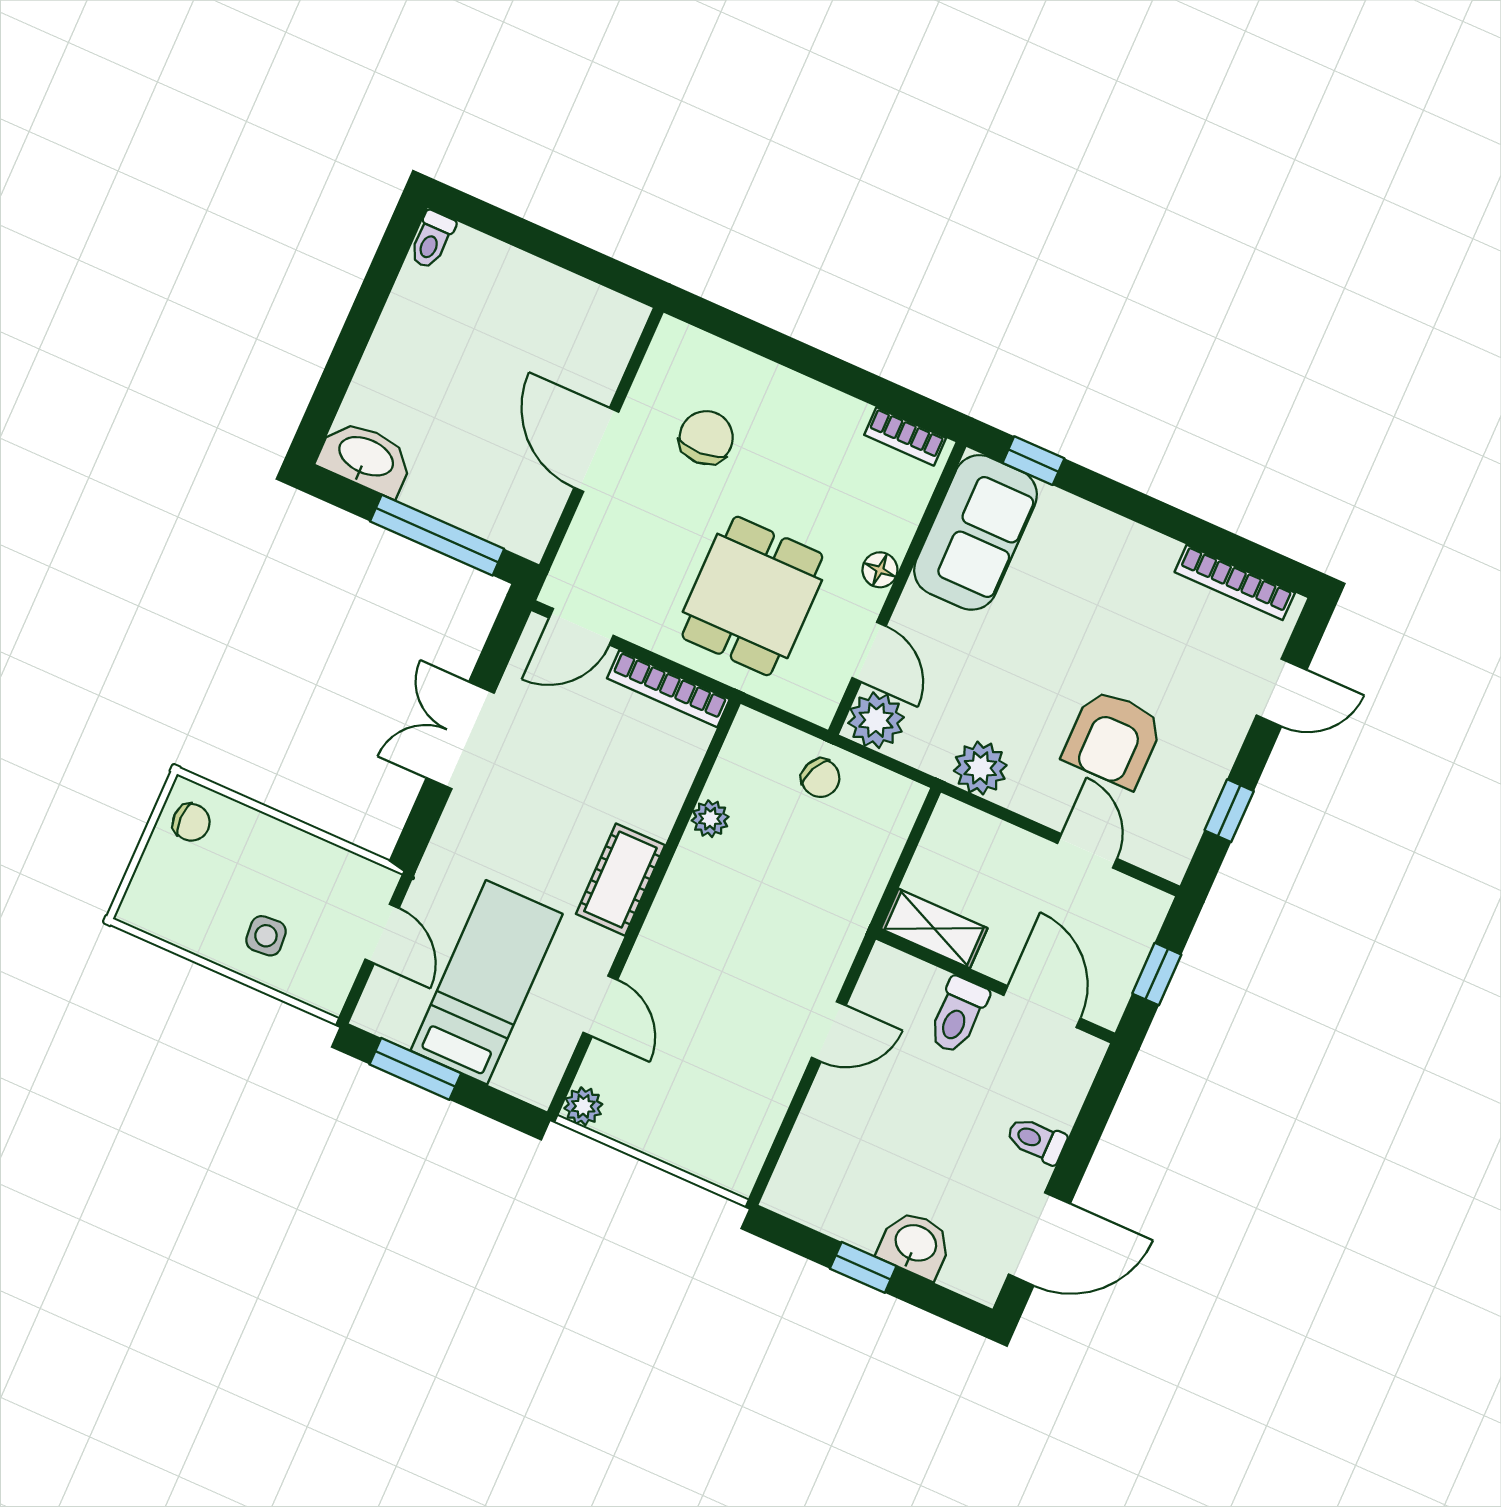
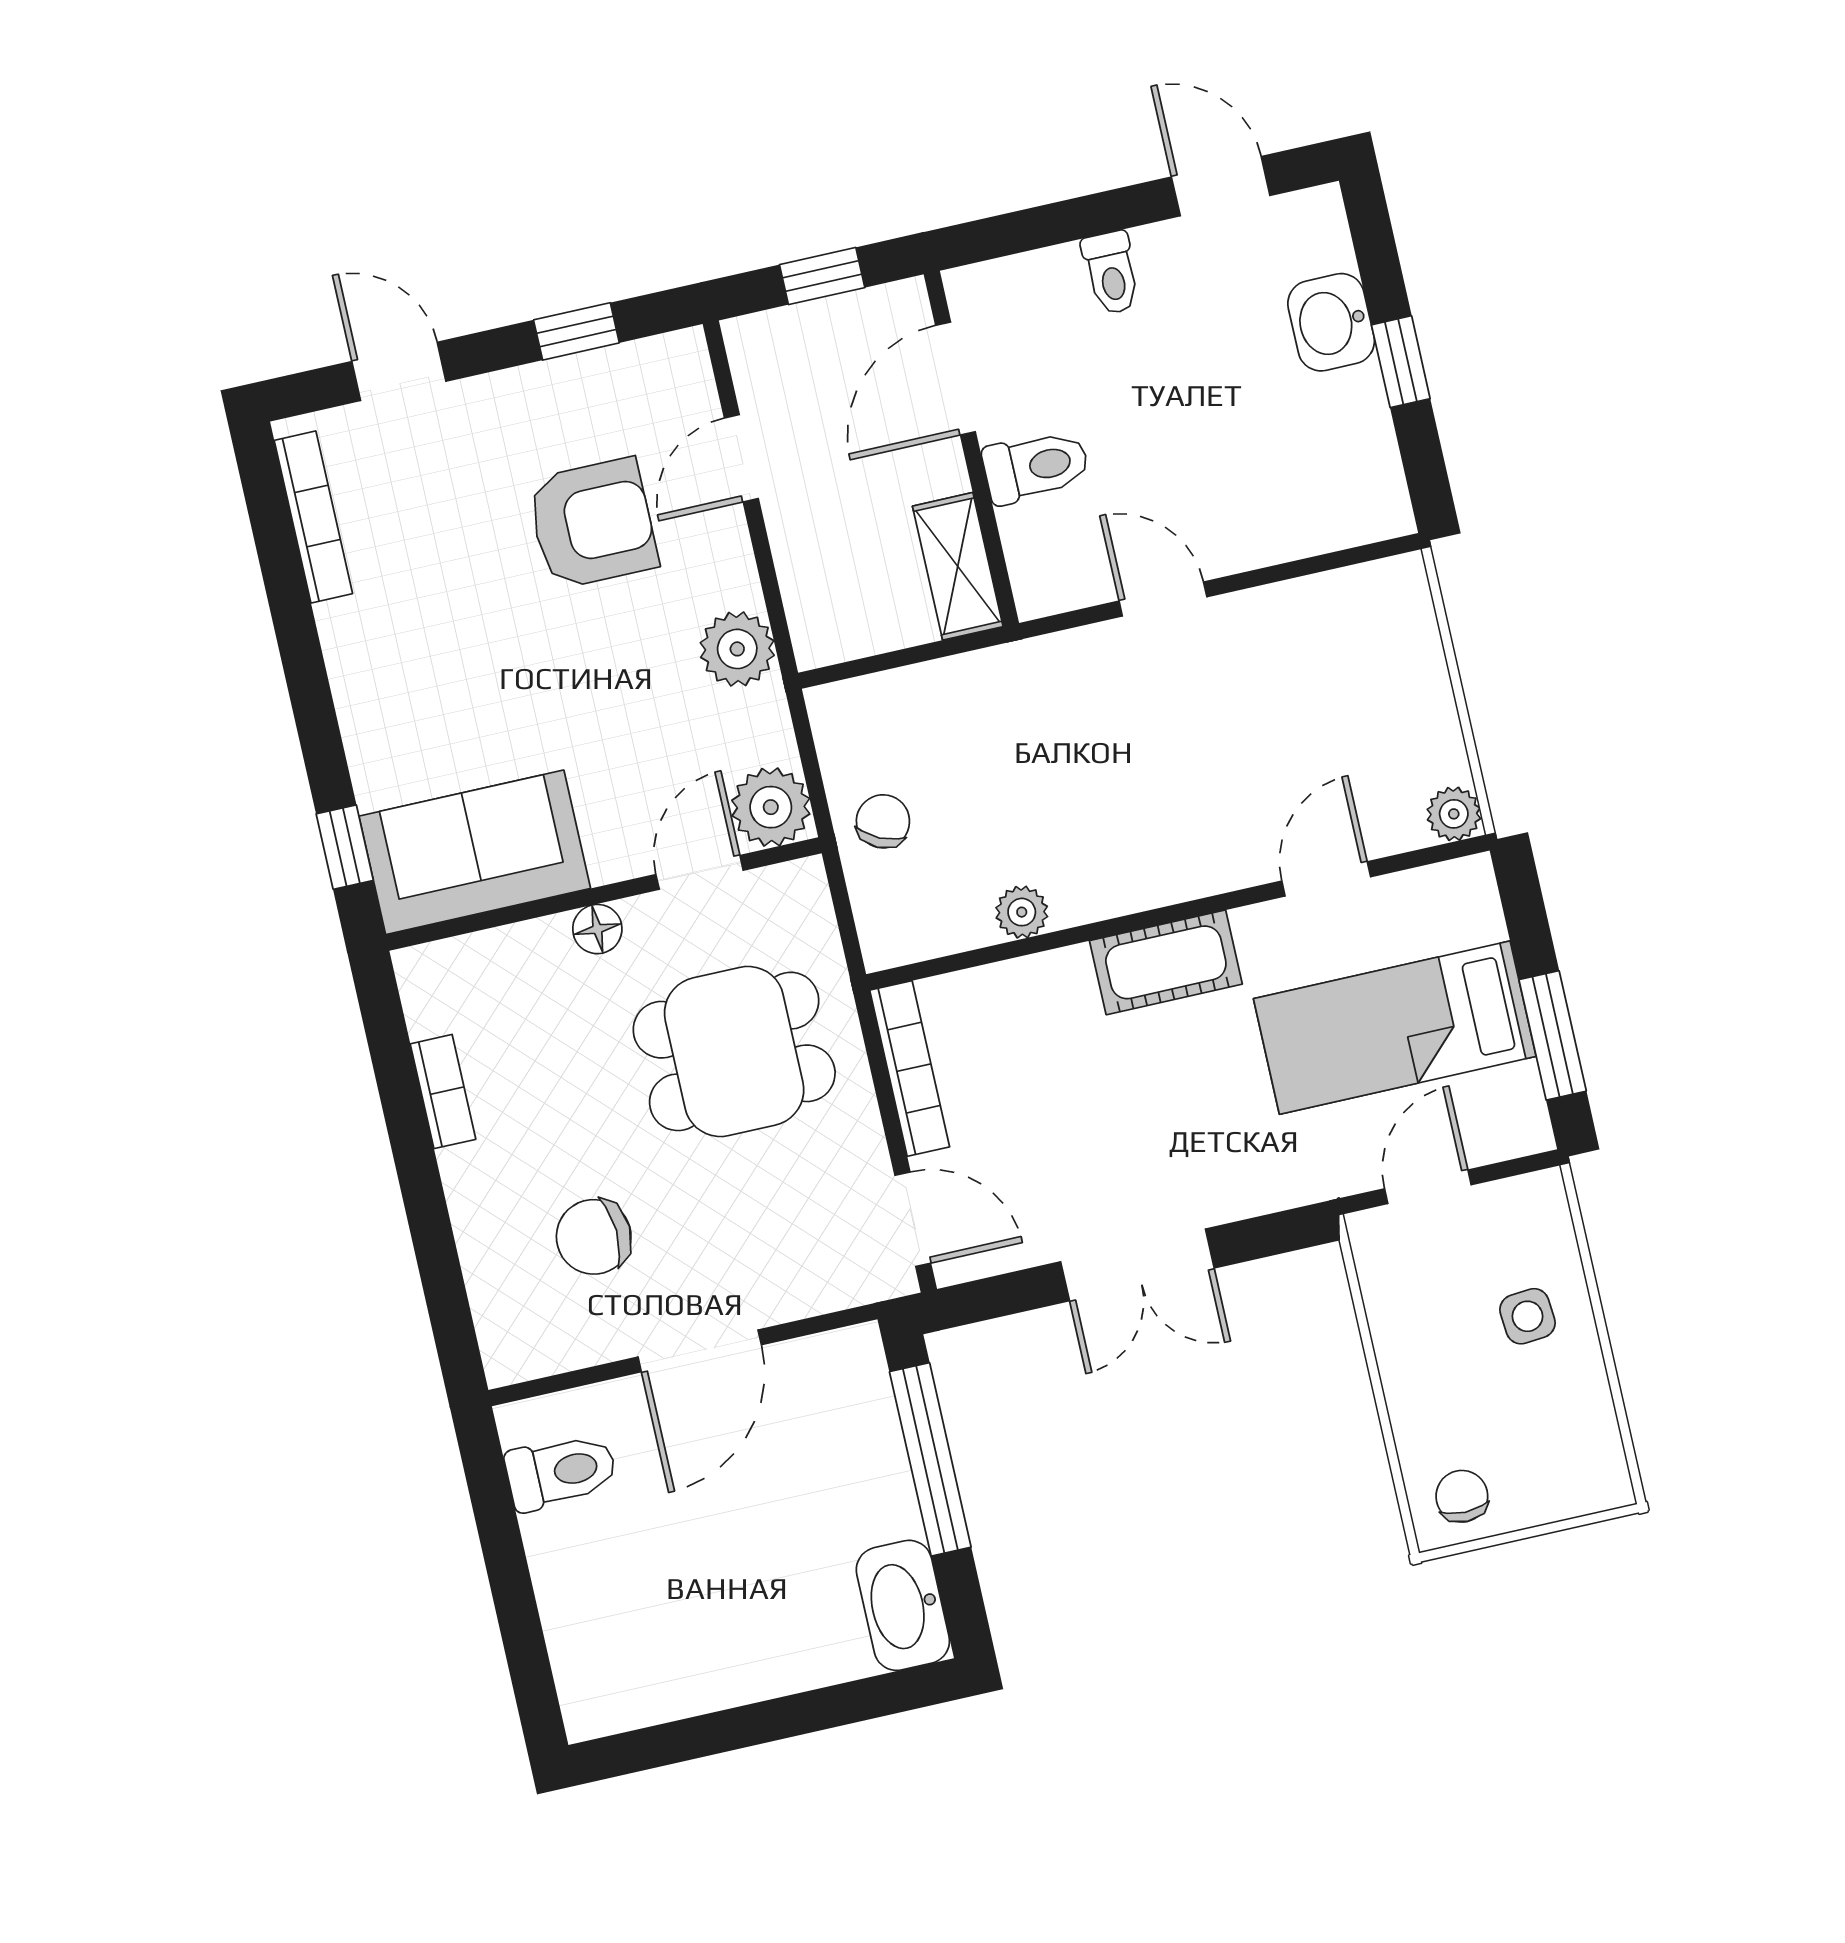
toilet: (432, 240) -> (561, 1472), moved, width x1.37, depth x1.39
bookcase: (905, 436) -> (443, 1092), moved
door: (1039, 1239) -> (1221, 186), width x0.73

